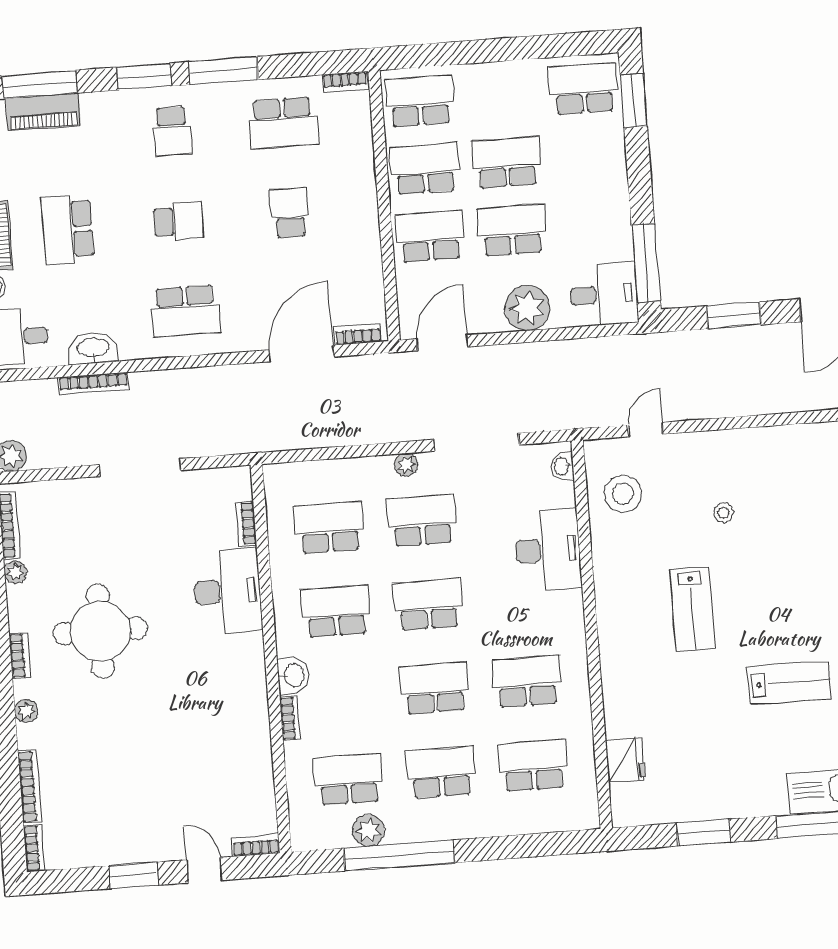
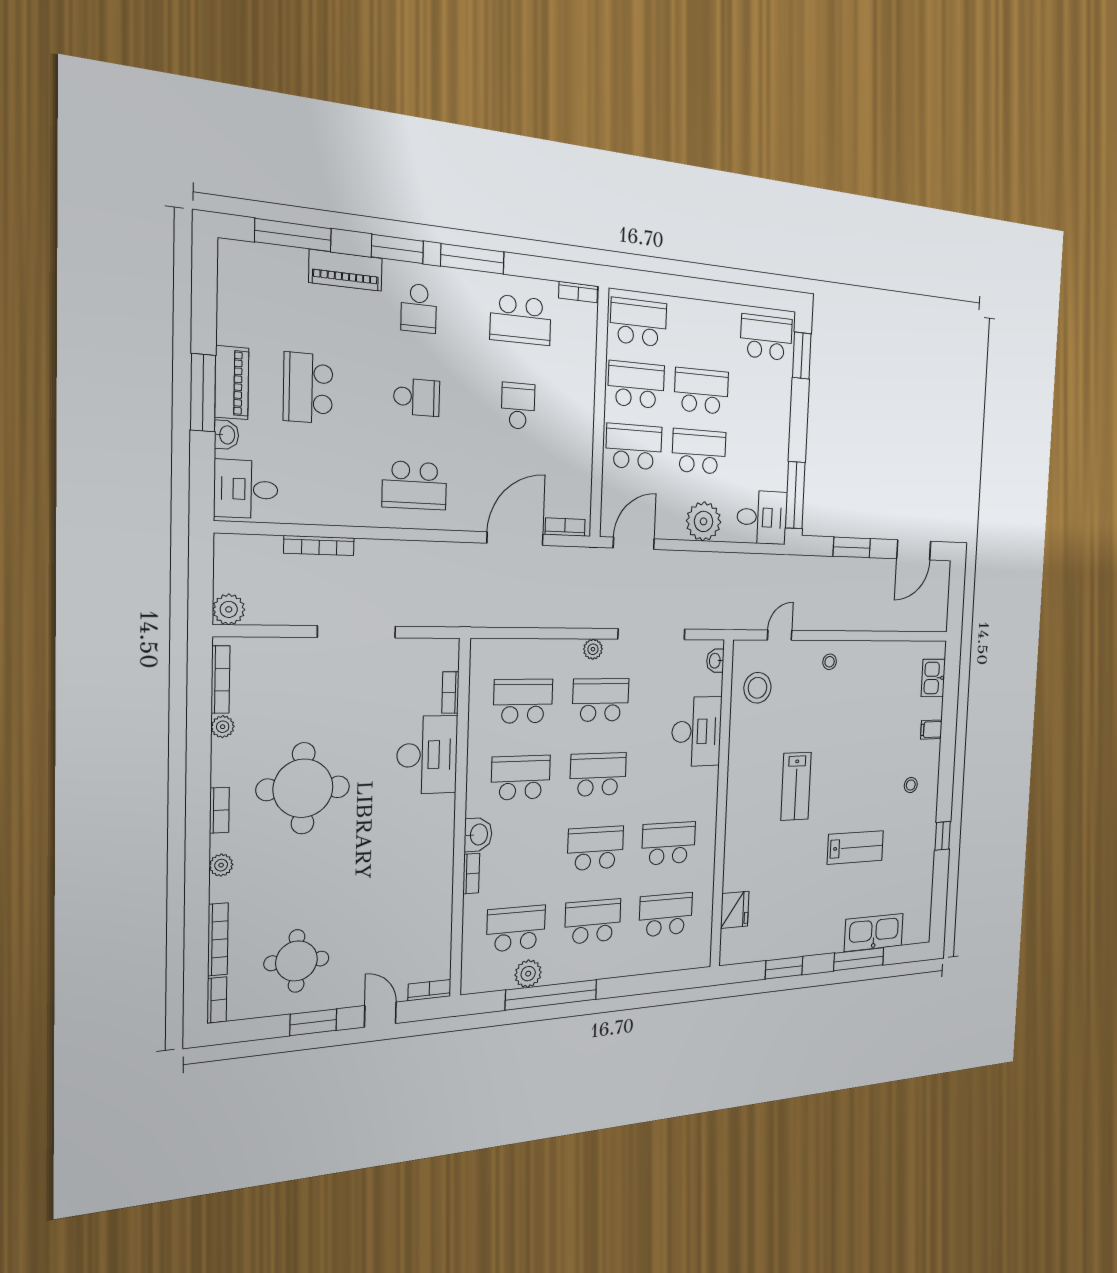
piano: (43, 112) -> (346, 270), moved
washbasin: (93, 348) -> (322, 511), removed
stool: (723, 513) -> (830, 662), moved
round table: (110, 810) -> (297, 961), added

